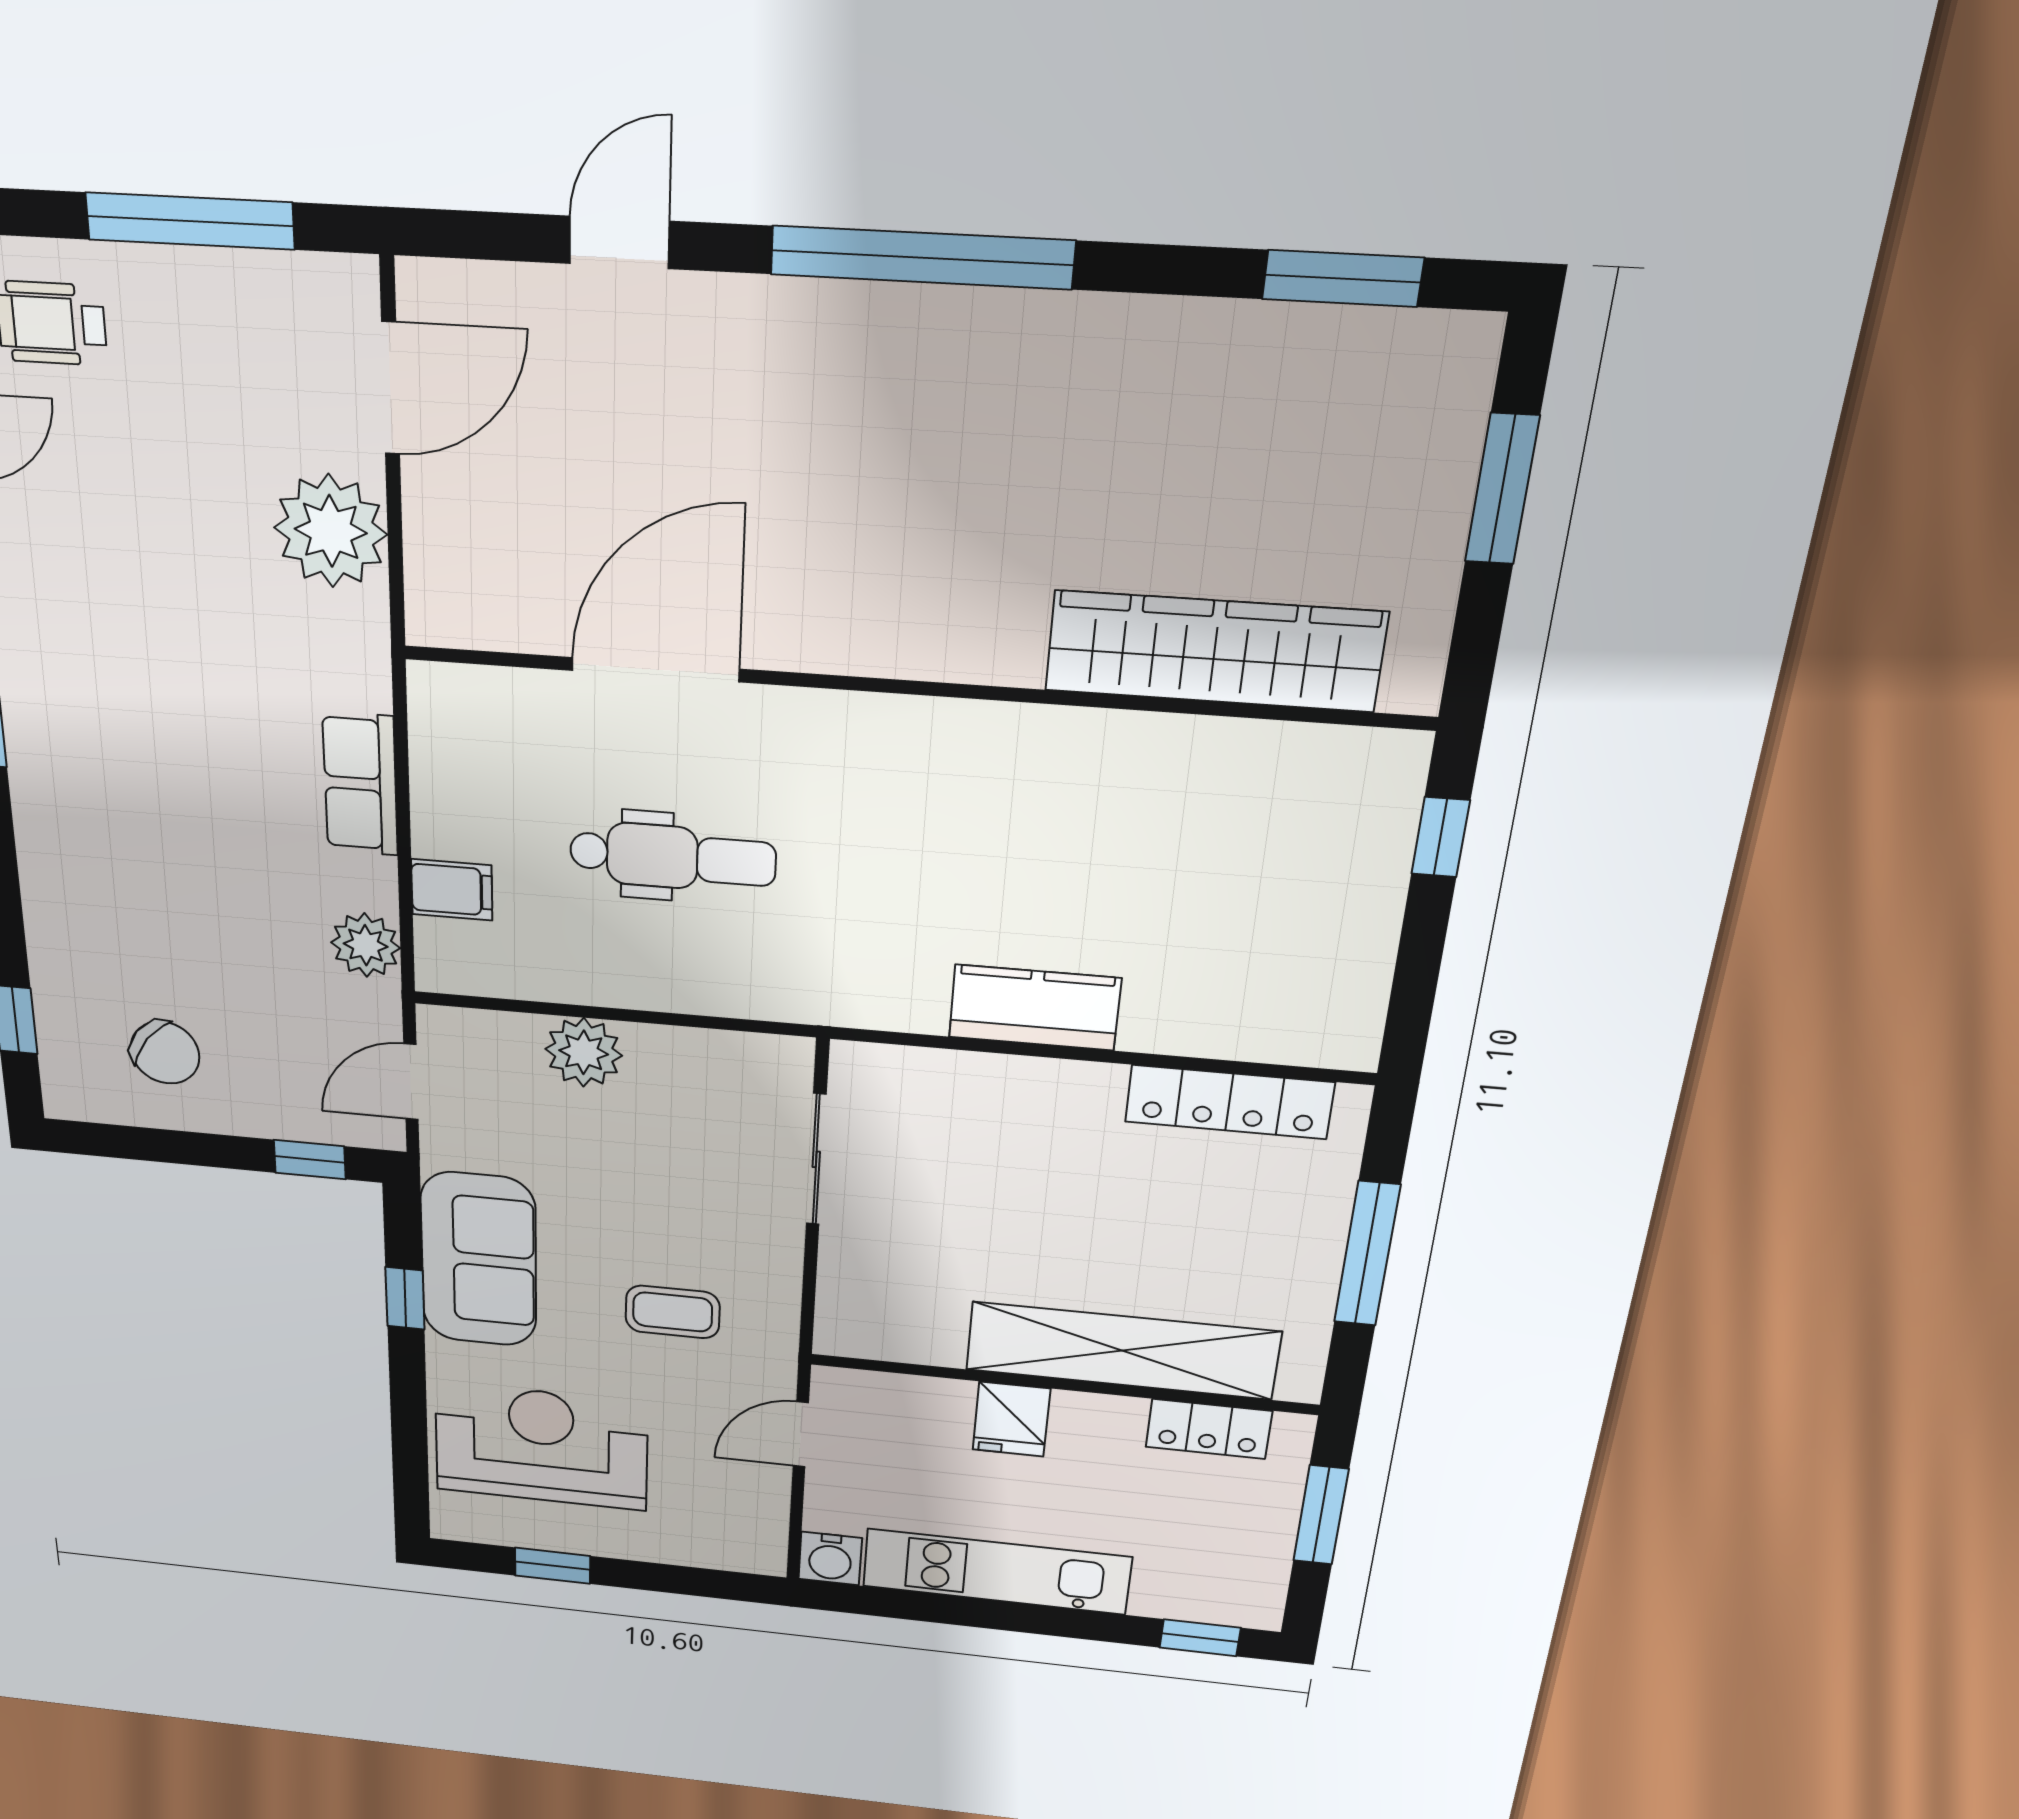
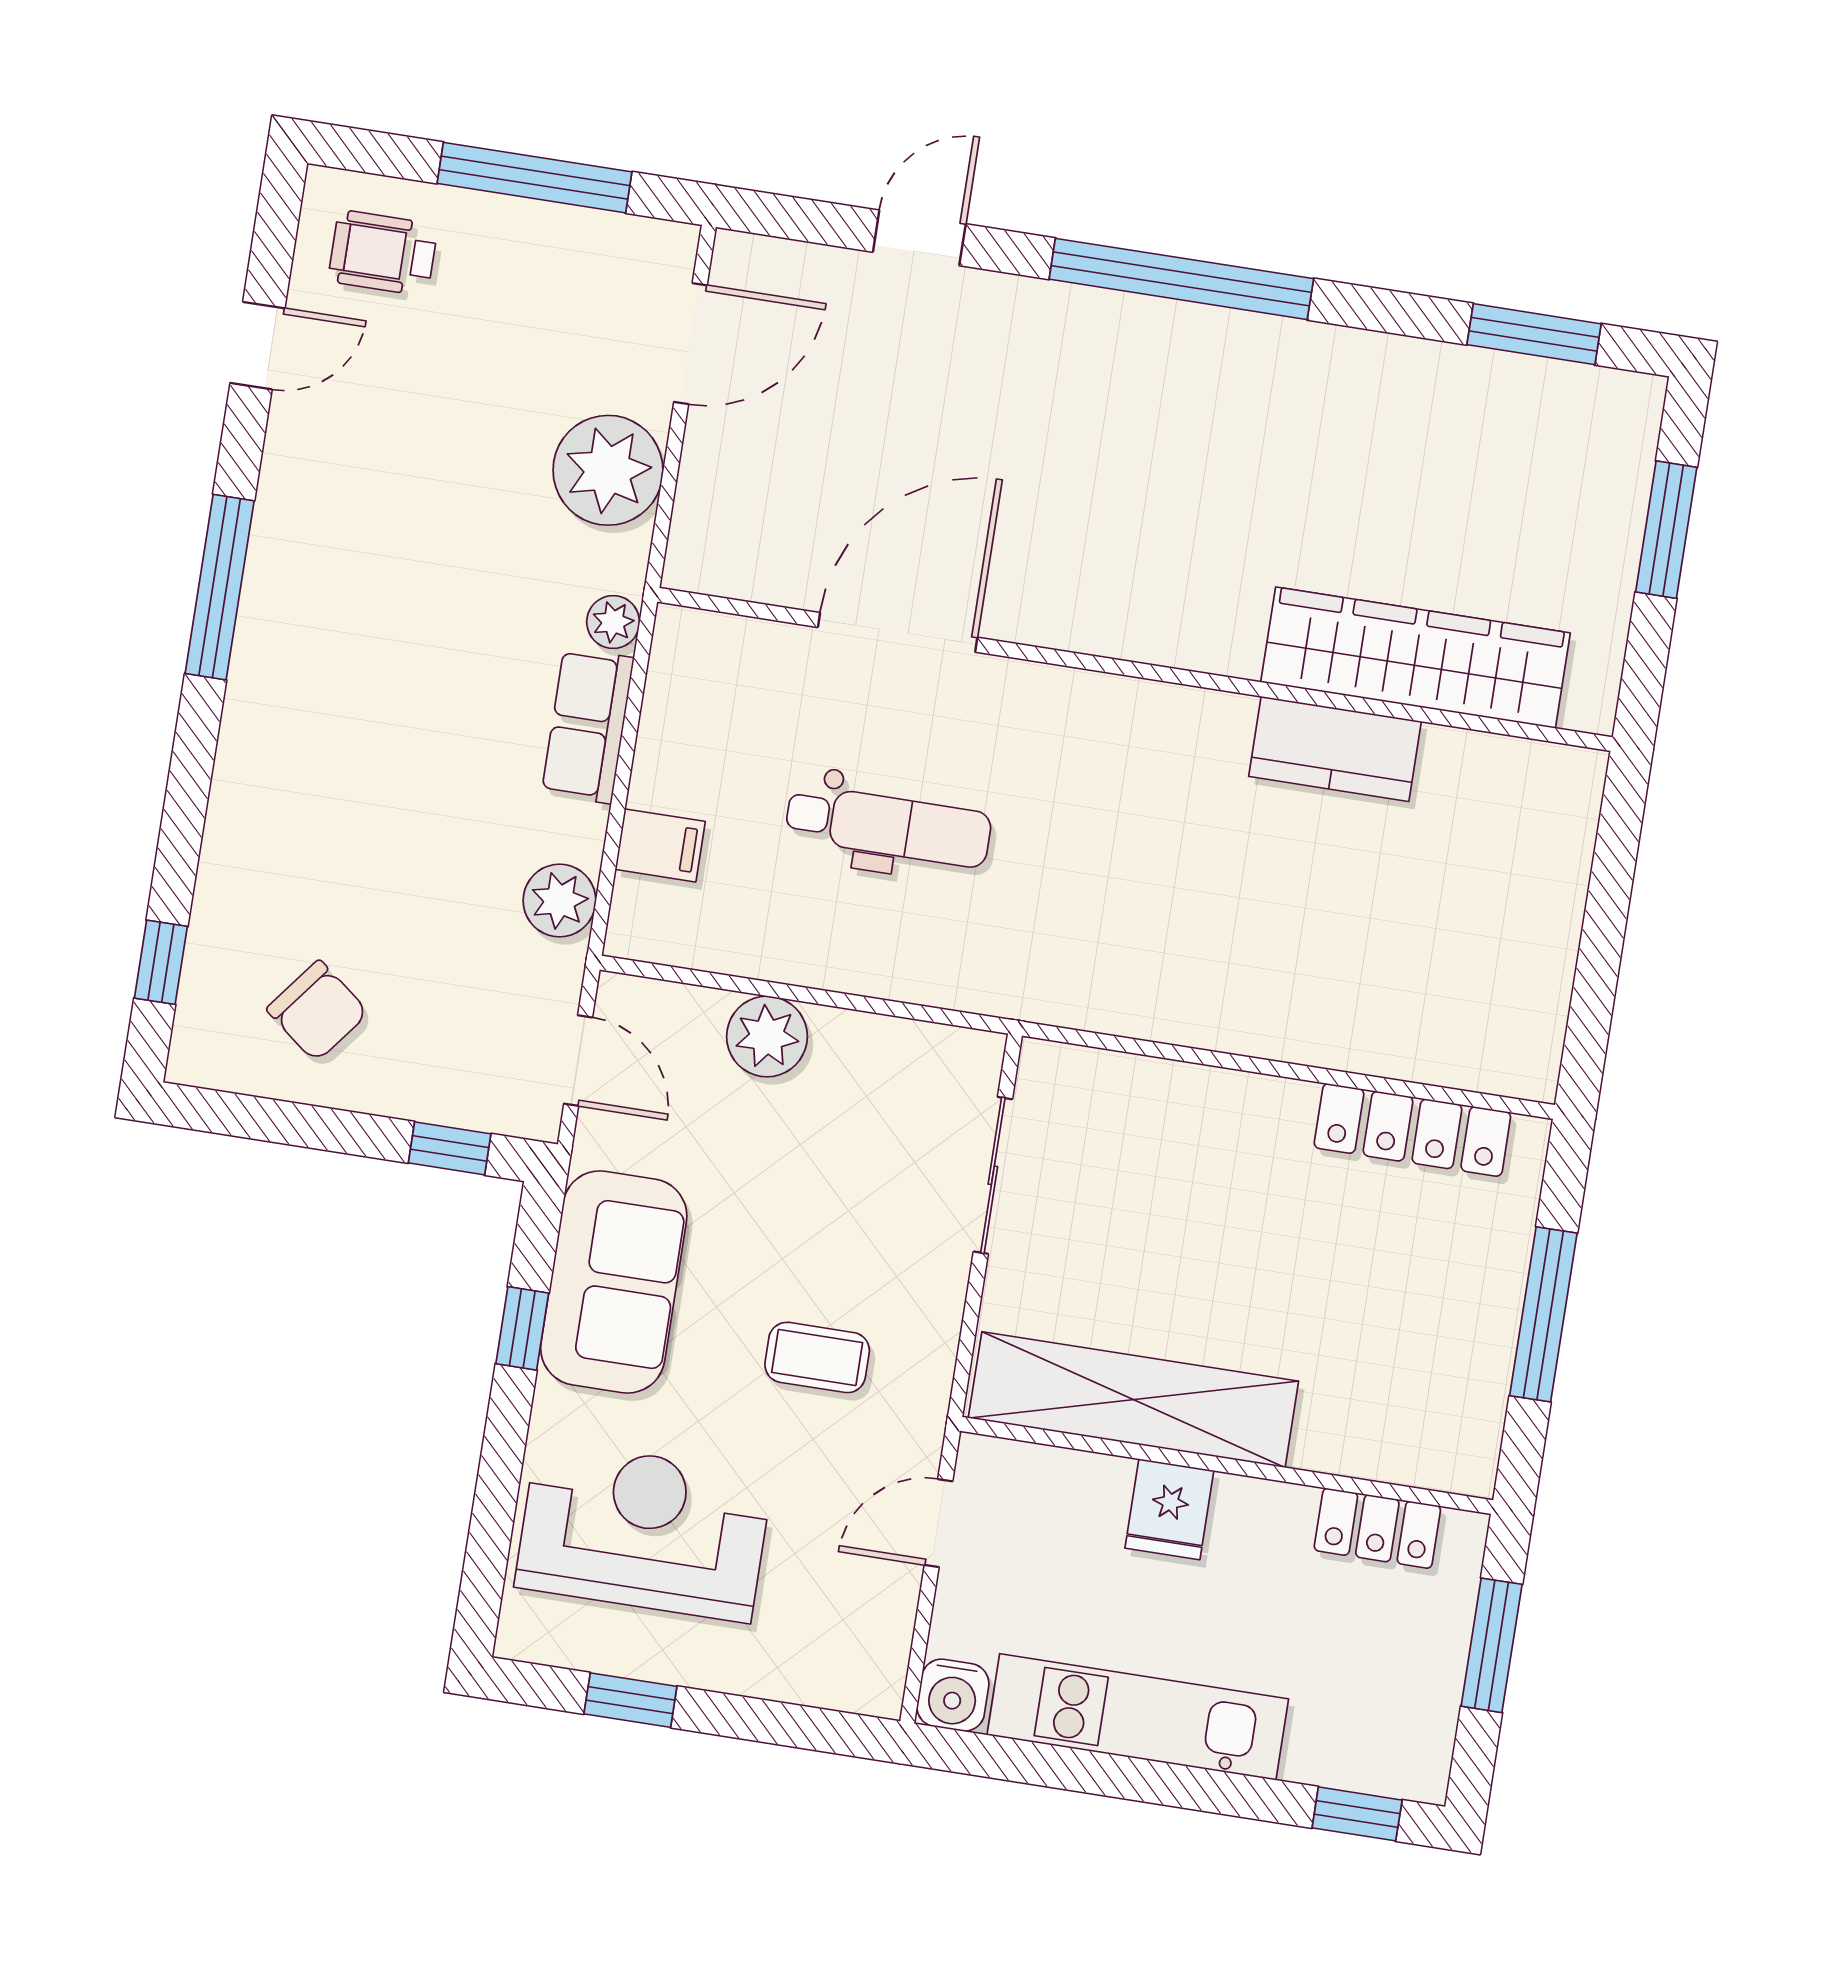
plant: (366, 683) -> (613, 622), added
window: (1441, 837) -> (1615, 857), removed
kitchen counter: (1035, 1008) -> (1335, 749), moved, turned 180
door: (411, 1082) -> (578, 1061), swing flipped
shelving: (1122, 1351) -> (1133, 1400), moved

